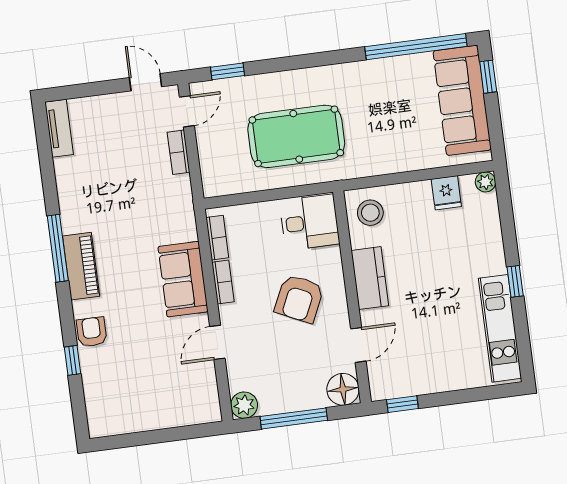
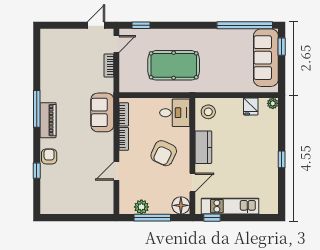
door: (146, 82) -> (96, 25), hinge flipped
tv unit: (59, 128) -> (46, 44), removed
sofa: (183, 279) -> (102, 112), moved
kitchen unit: (500, 328) -> (230, 206), moved, turned 90
plant: (244, 405) -> (141, 207), moved

